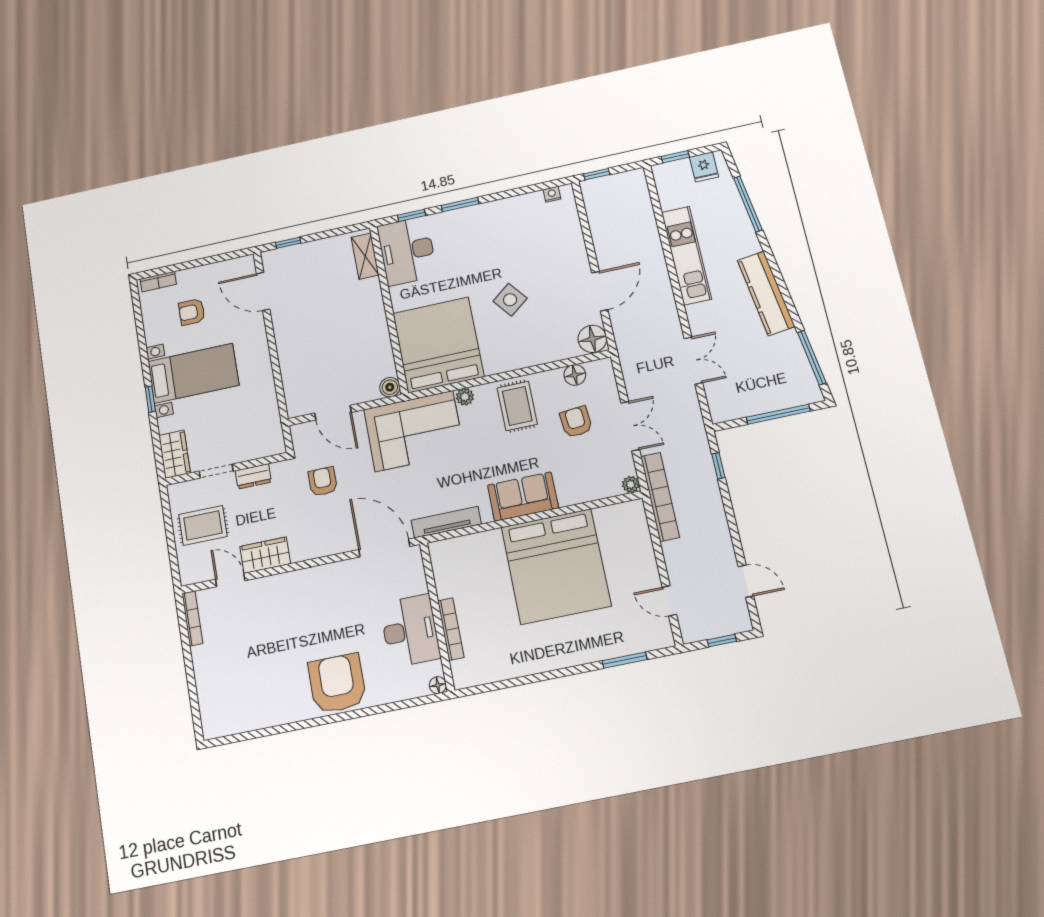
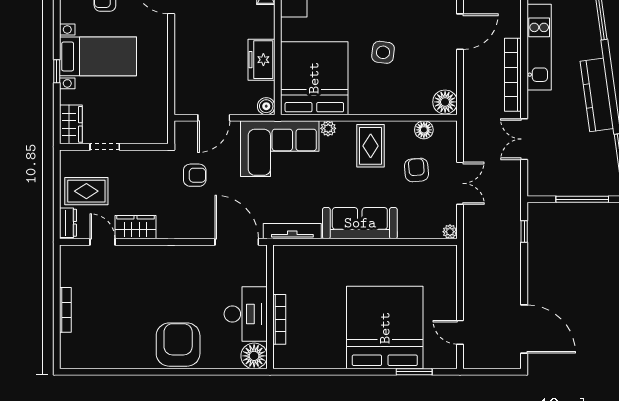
door: (600, 291) -> (460, 32), moved
side table: (510, 300) -> (383, 52), turned 45
freezer: (375, 337) -> (261, 60), added
double door: (693, 361) -> (524, 139), swing flipped
door: (333, 413) -> (214, 118), hinge flipped
dresser: (253, 476) -> (68, 223), moved, turned -90
armchair: (323, 482) -> (195, 175), turned 90
sofa: (523, 497) -> (360, 223), width x1.36
bookcase: (660, 497) -> (513, 75), moved, turned 180
bed: (556, 566) -> (385, 328), moved, turned 180
door: (746, 581) -> (524, 329), width x1.88
bookcase: (192, 618) -> (65, 310), moved
window: (722, 641) -> (494, 372), removed
floor lamp: (438, 685) -> (254, 356), width x1.89, depth x1.89

